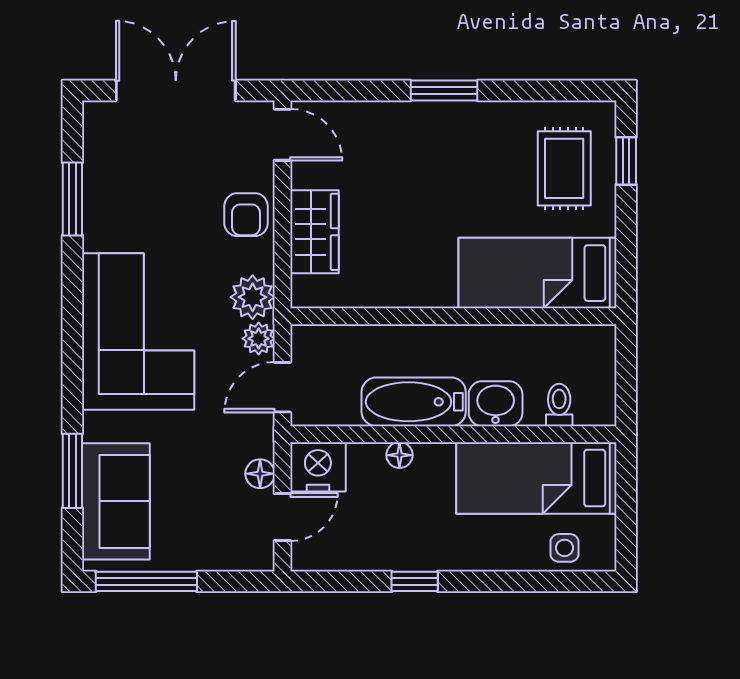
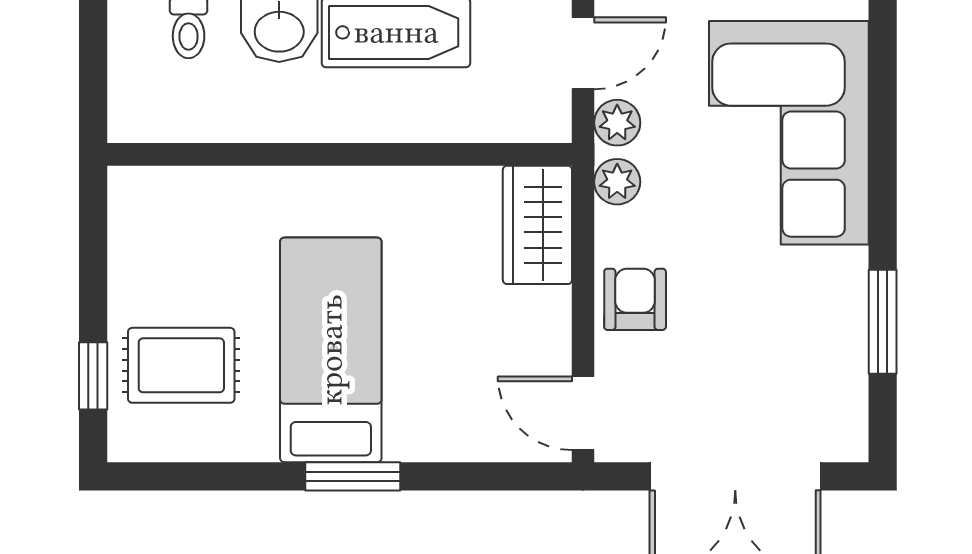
rug: (564, 168) -> (181, 365), turned 90
wardrobe: (314, 232) -> (537, 225), moved
bed: (537, 273) -> (331, 350), moved, turned -90
plant: (253, 297) -> (617, 182), width x0.73, depth x0.73

